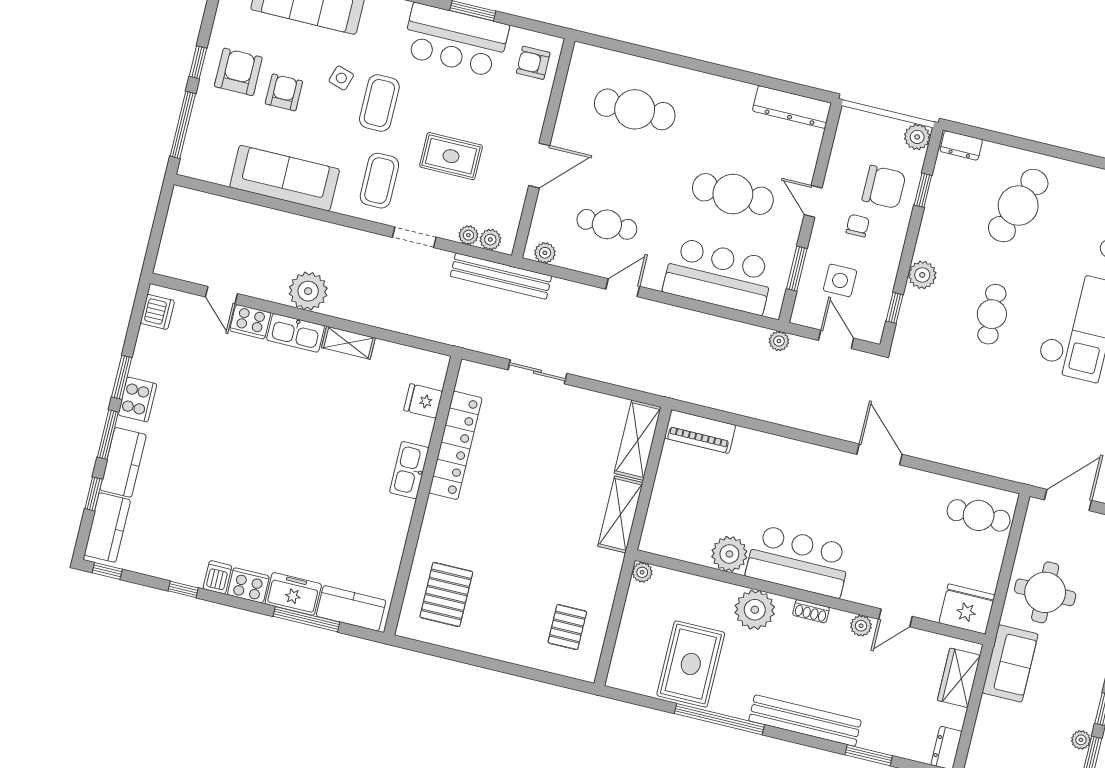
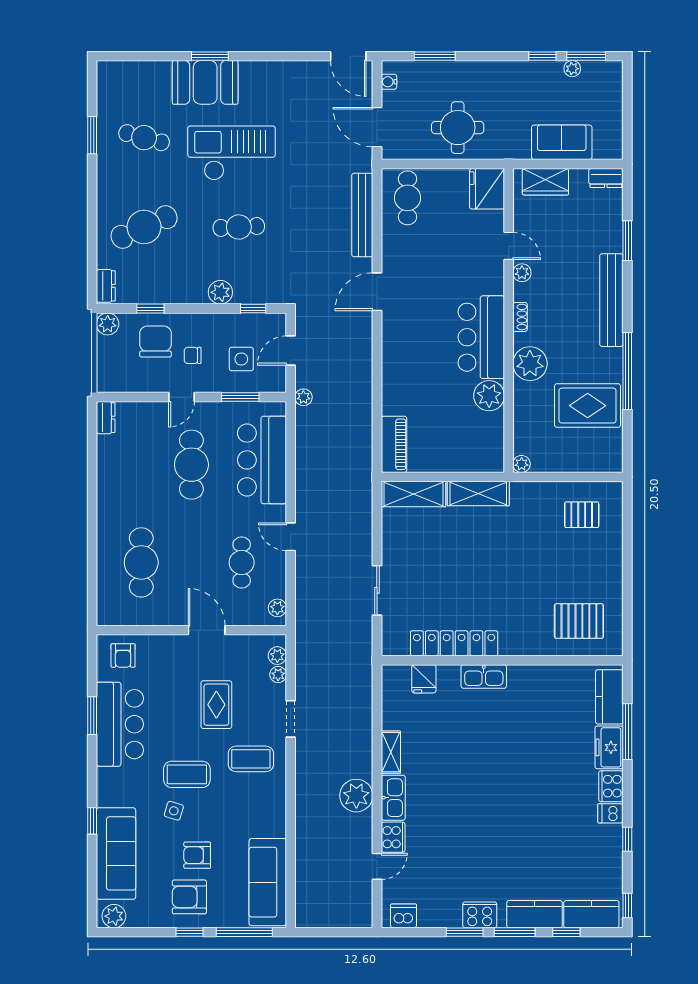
dresser: (792, 107) -> (106, 418), width x0.51, depth x0.80
sofa: (285, 178) -> (268, 882), moved
cafe table: (1018, 206) -> (144, 227), turned -45
bench: (501, 276) -> (362, 215), moved
sofa: (1010, 663) -> (562, 142), moved

